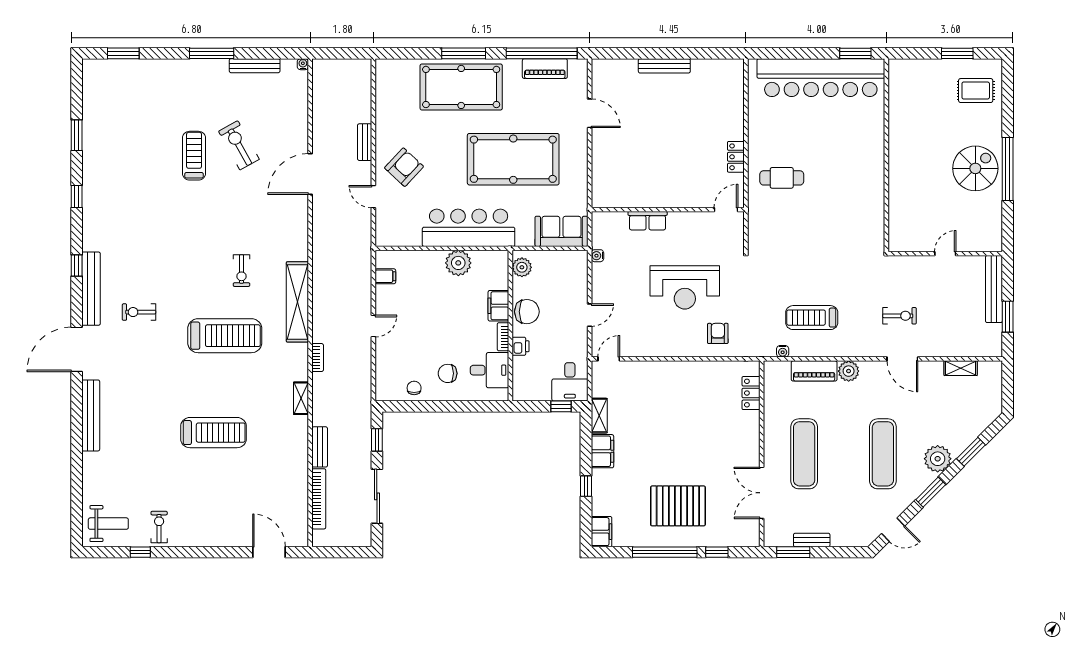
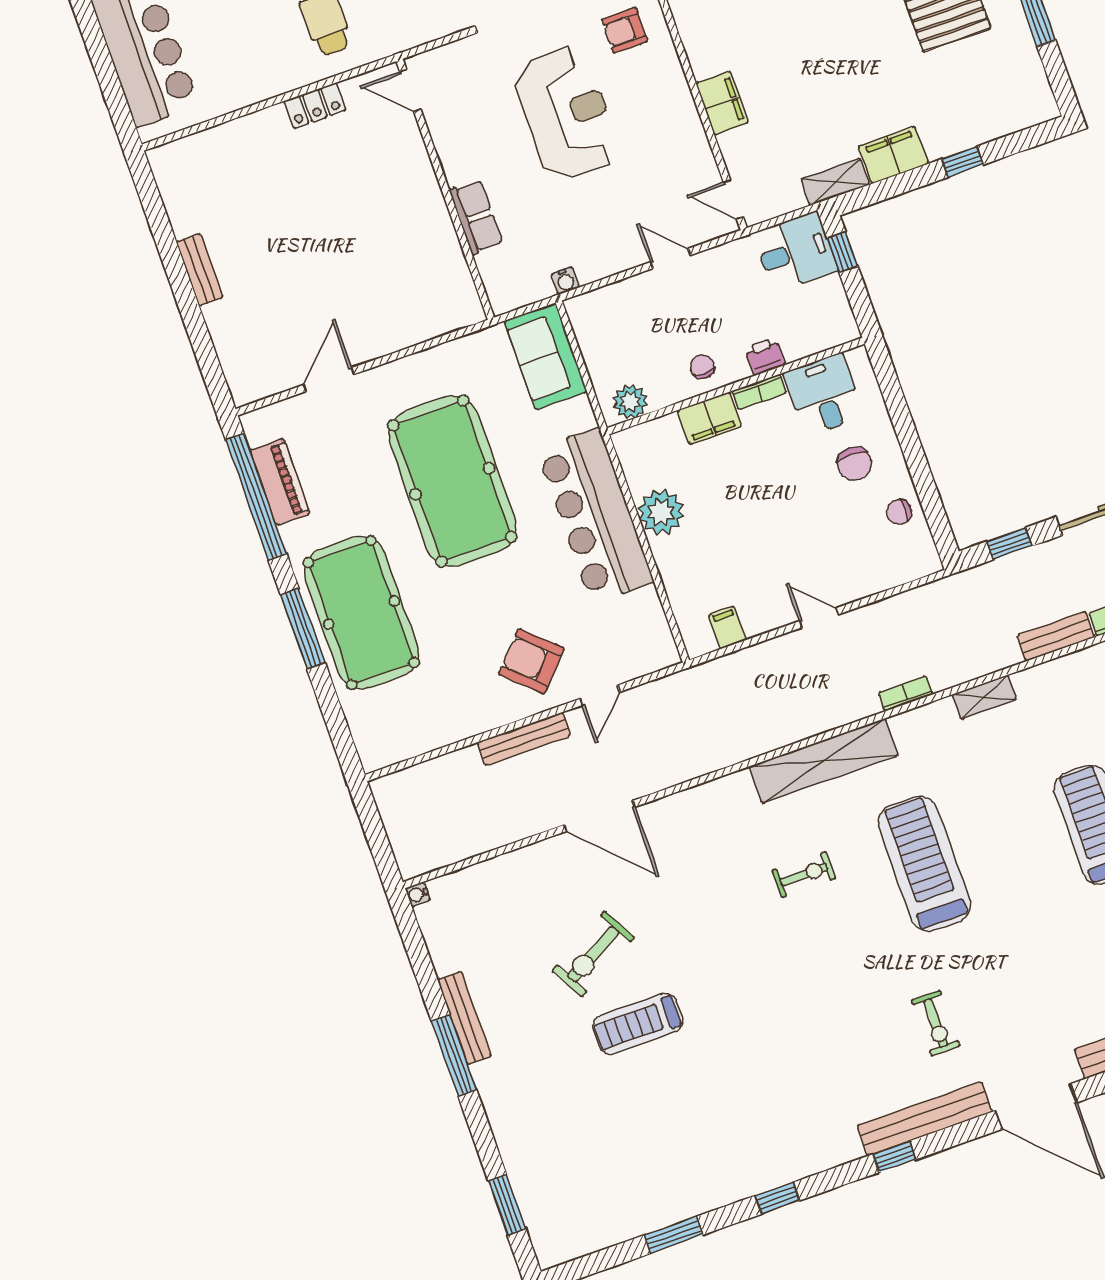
bench: (255, 66) -> (464, 1018), moved
bench: (664, 66) -> (200, 270), width x0.73
bench: (365, 142) -> (524, 739), width x1.36
chair: (527, 312) -> (702, 367), width x0.54, depth x0.54
filing cabinet: (601, 532) -> (722, 103), moved, turned 90

